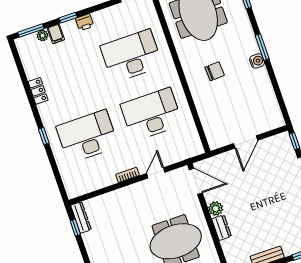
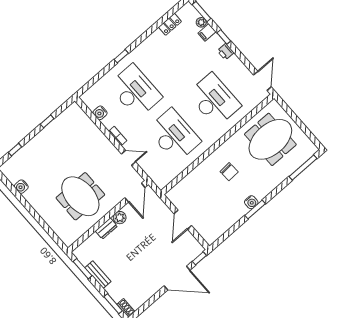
window: (262, 47) -> (255, 210), moved
locker: (38, 91) -> (170, 24), moved
door: (246, 142) -> (183, 220), hinge flipped
water cooler: (95, 184) -> (100, 113), added
dresser: (81, 217) -> (68, 113), removed
window: (75, 228) -> (47, 121), moved

